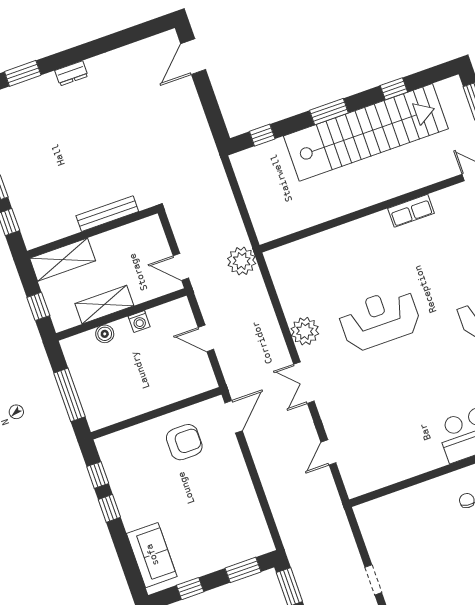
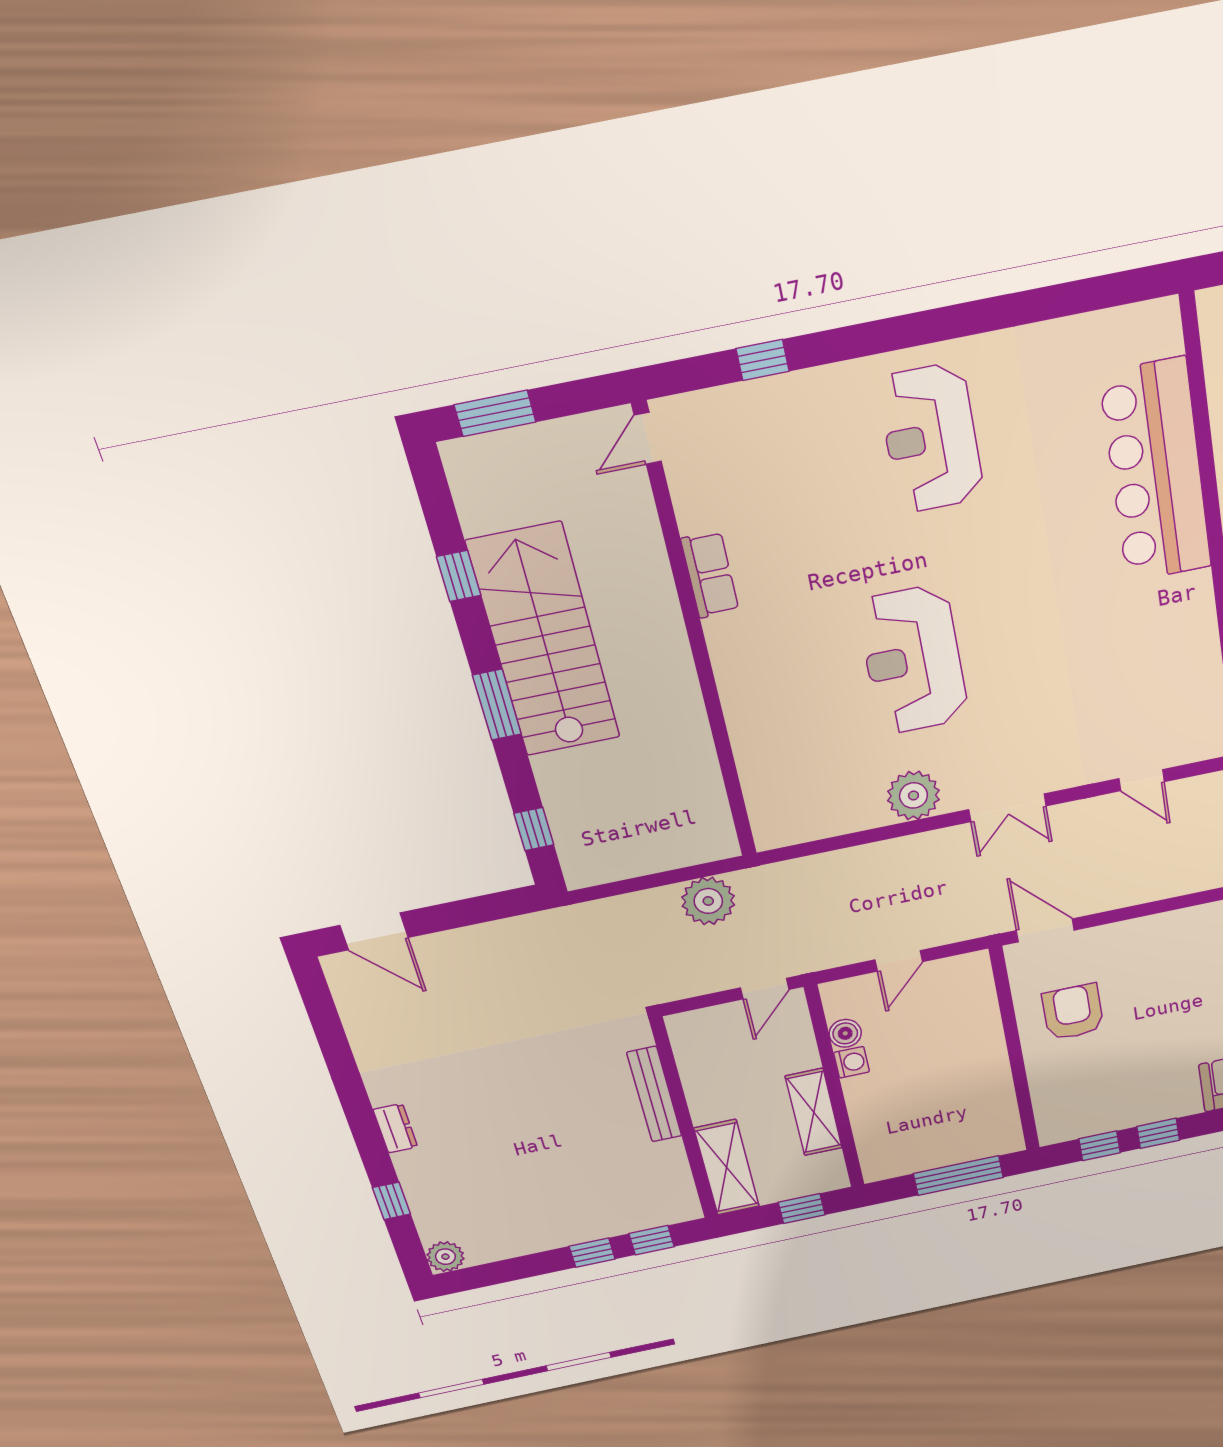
window: (23, 73) -> (391, 1201), width x0.67
stairs: (366, 132) -> (544, 641), width x0.73
plant: (242, 261) -> (708, 901), moved
boiler: (105, 334) -> (845, 1033), moved

